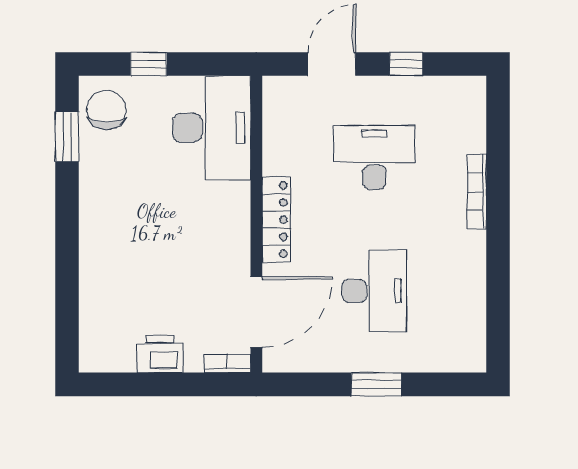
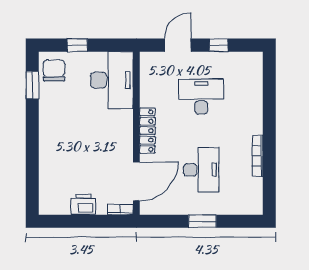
bookcase: (477, 192) -> (258, 156), moved

